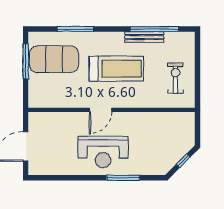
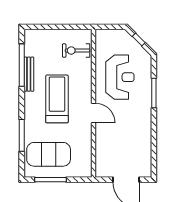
exercise mat: (54, 59) -> (49, 154), turned 90
exercise bike: (175, 78) -> (76, 51), moved
reception desk: (103, 152) -> (120, 77), moved

